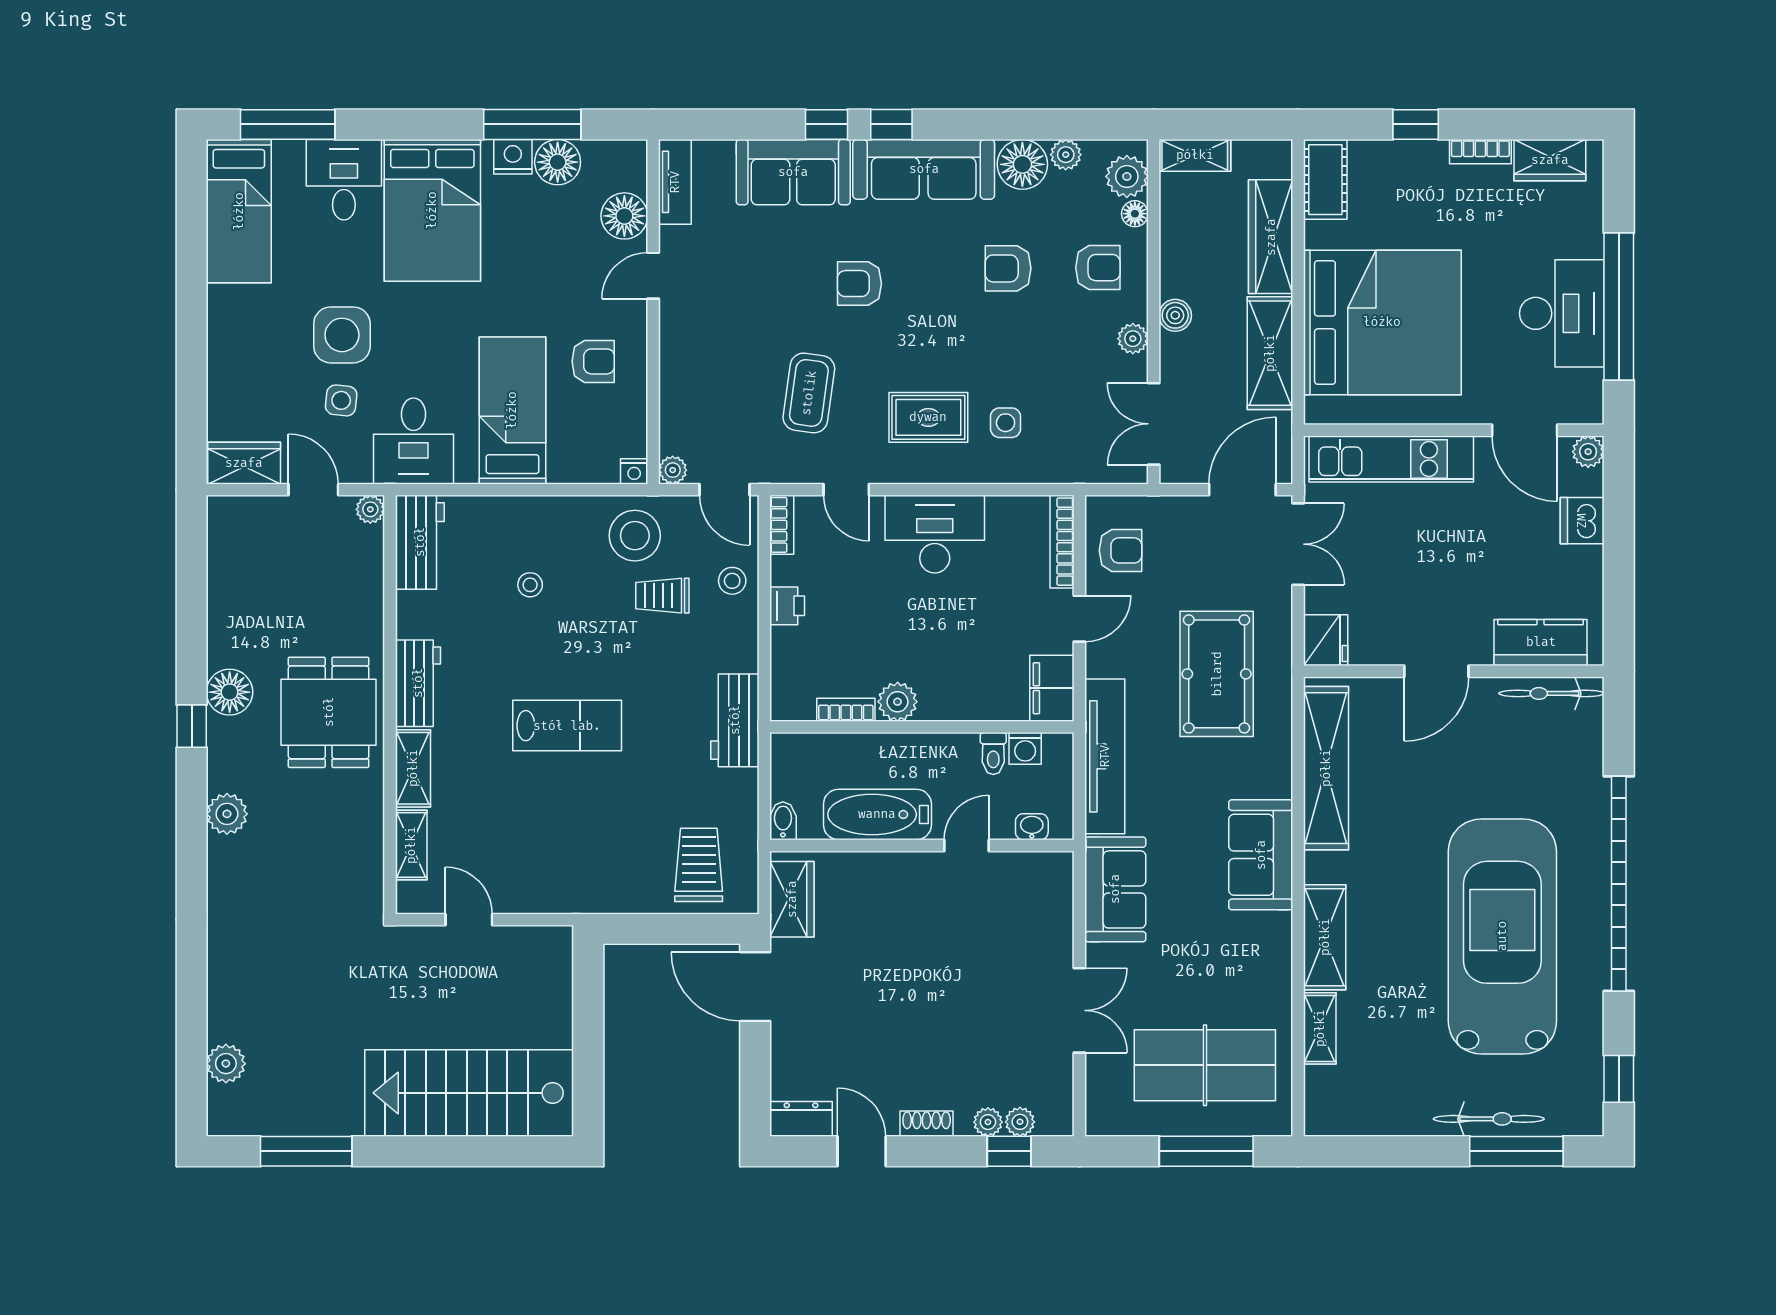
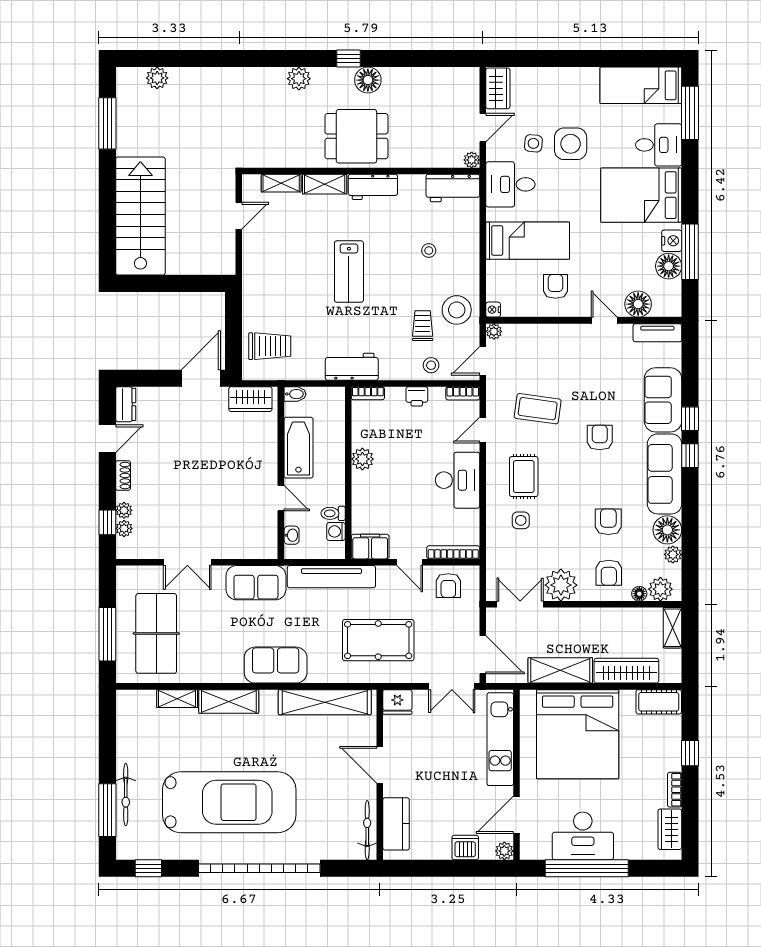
boiler: (1175, 315) -> (582, 617), removed
plant: (1133, 339) -> (561, 585), width x1.87, depth x1.87
armchair: (593, 361) -> (556, 286), turned 180
bookcase: (846, 710) -> (368, 393), moved, turned 90

